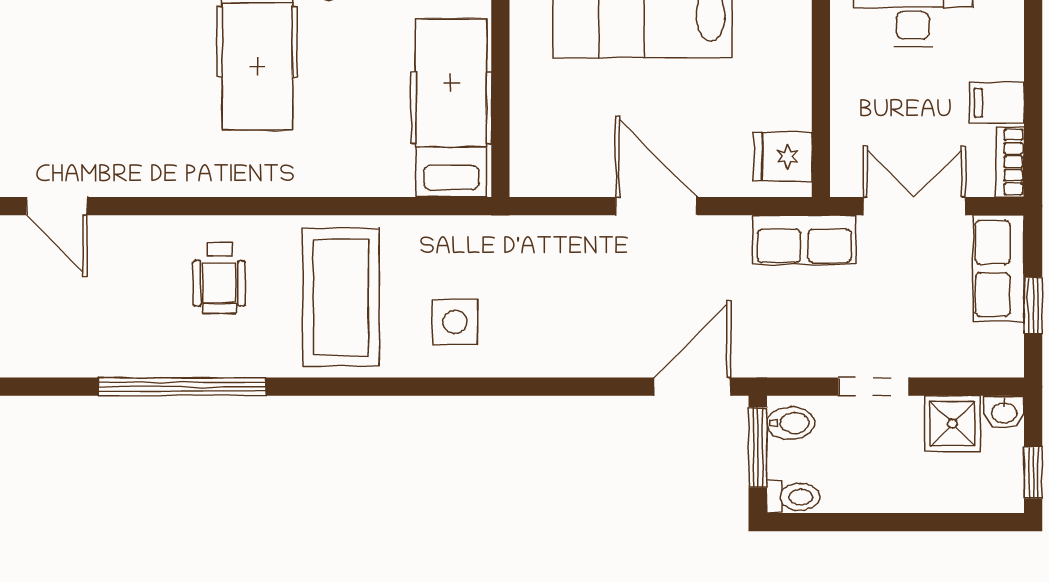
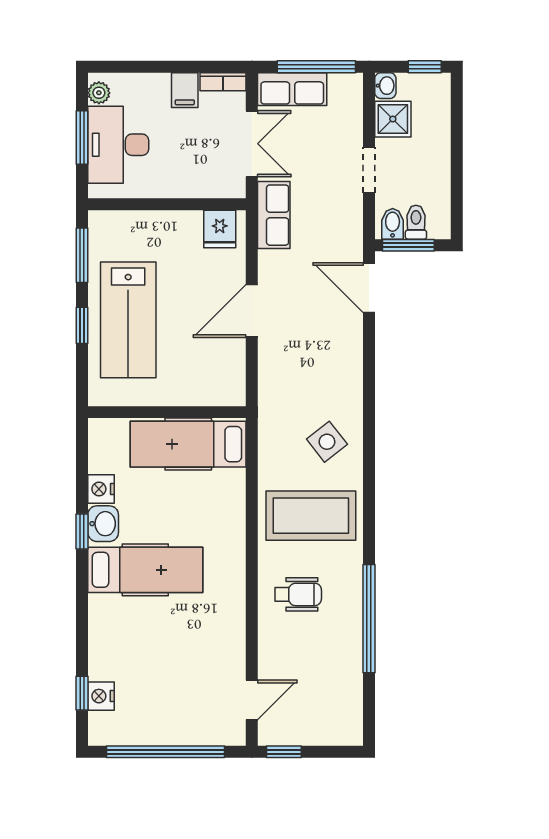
double door: (914, 206) -> (252, 144), swing flipped
window: (1033, 306) -> (316, 67), width x2.17
side table: (455, 322) -> (327, 442), turned -38
toilet: (793, 497) -> (416, 222), moved

